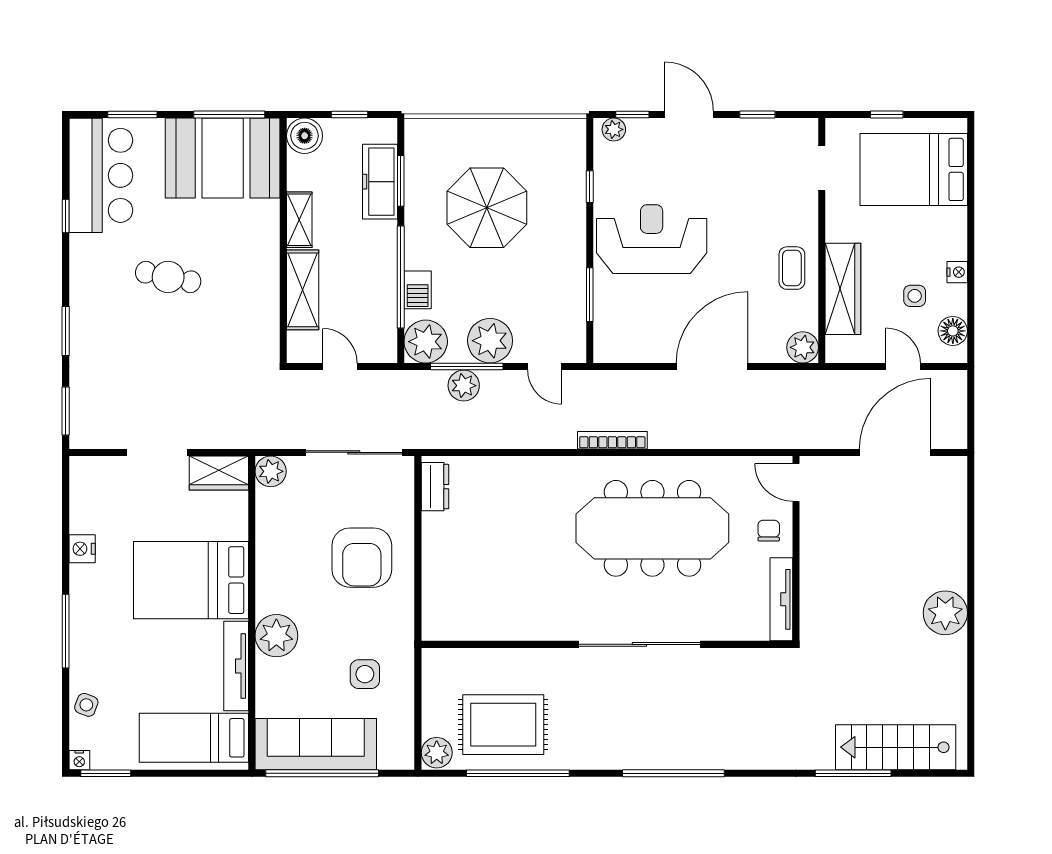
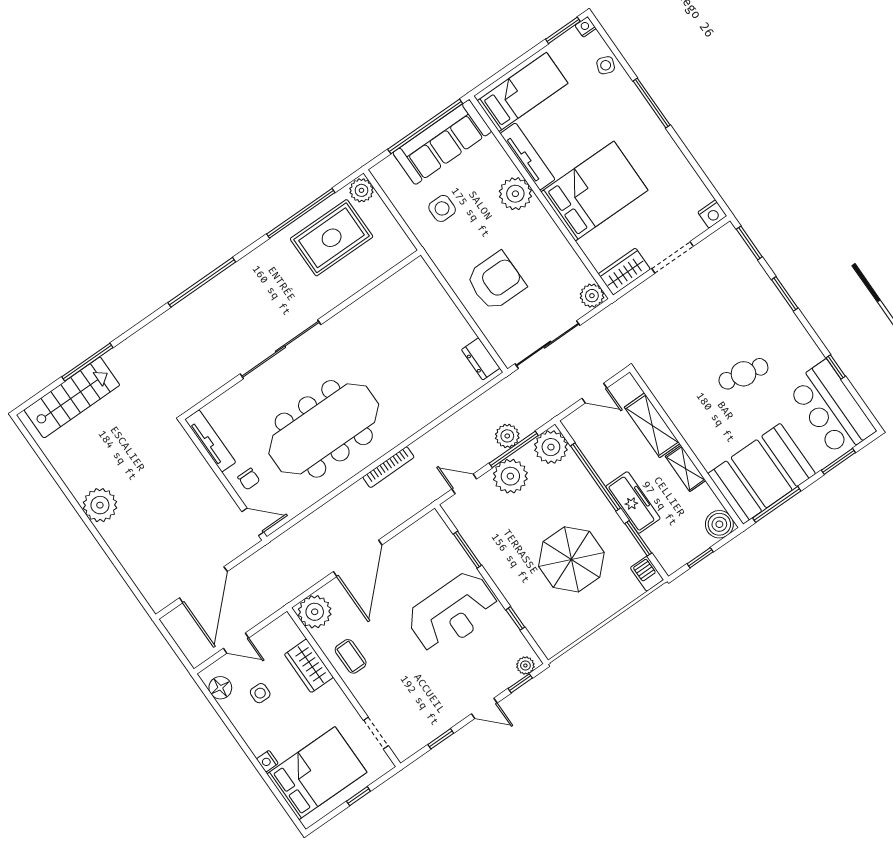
door: (689, 114) -> (484, 708), width x0.73
freezer: (380, 182) -> (633, 503), moved
nightstand: (957, 272) -> (267, 761), moved
wardrobe: (843, 289) -> (309, 666), width x0.67
barbecue: (418, 290) -> (647, 574), moved
plant: (803, 347) -> (315, 612), width x1.36, depth x1.36
nightstand: (82, 549) -> (712, 214), moved, turned 90
armchair: (362, 558) -> (496, 281), turned 90

